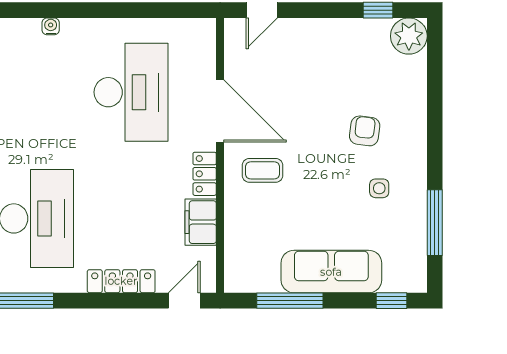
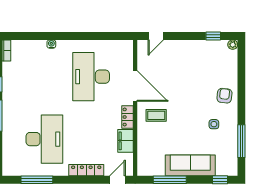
plant: (409, 36) -> (233, 45), width x0.53, depth x0.53
desk: (131, 92) -> (91, 77), turned 180
armchair: (365, 131) -> (224, 96), moved

